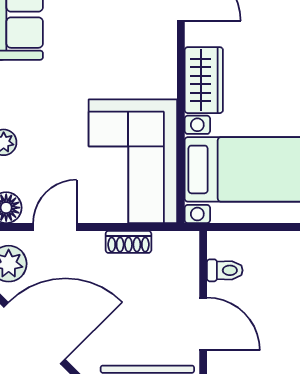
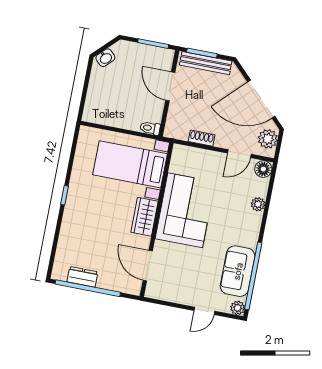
corner sofa: (133, 161) -> (185, 210), moved
toilet: (225, 270) -> (150, 128), moved

